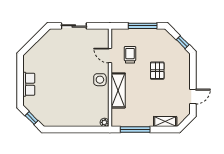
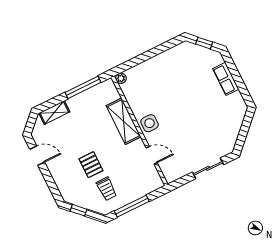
trolley: (130, 55) -> (107, 189), moved
door: (193, 97) -> (37, 156), swing flipped

